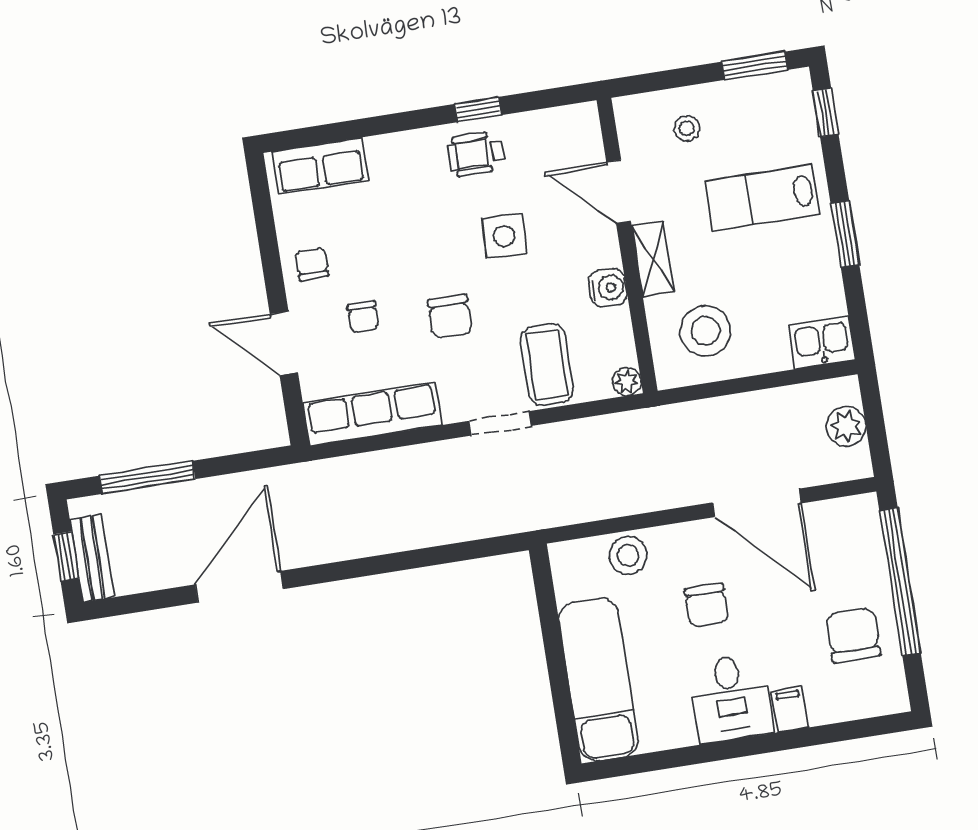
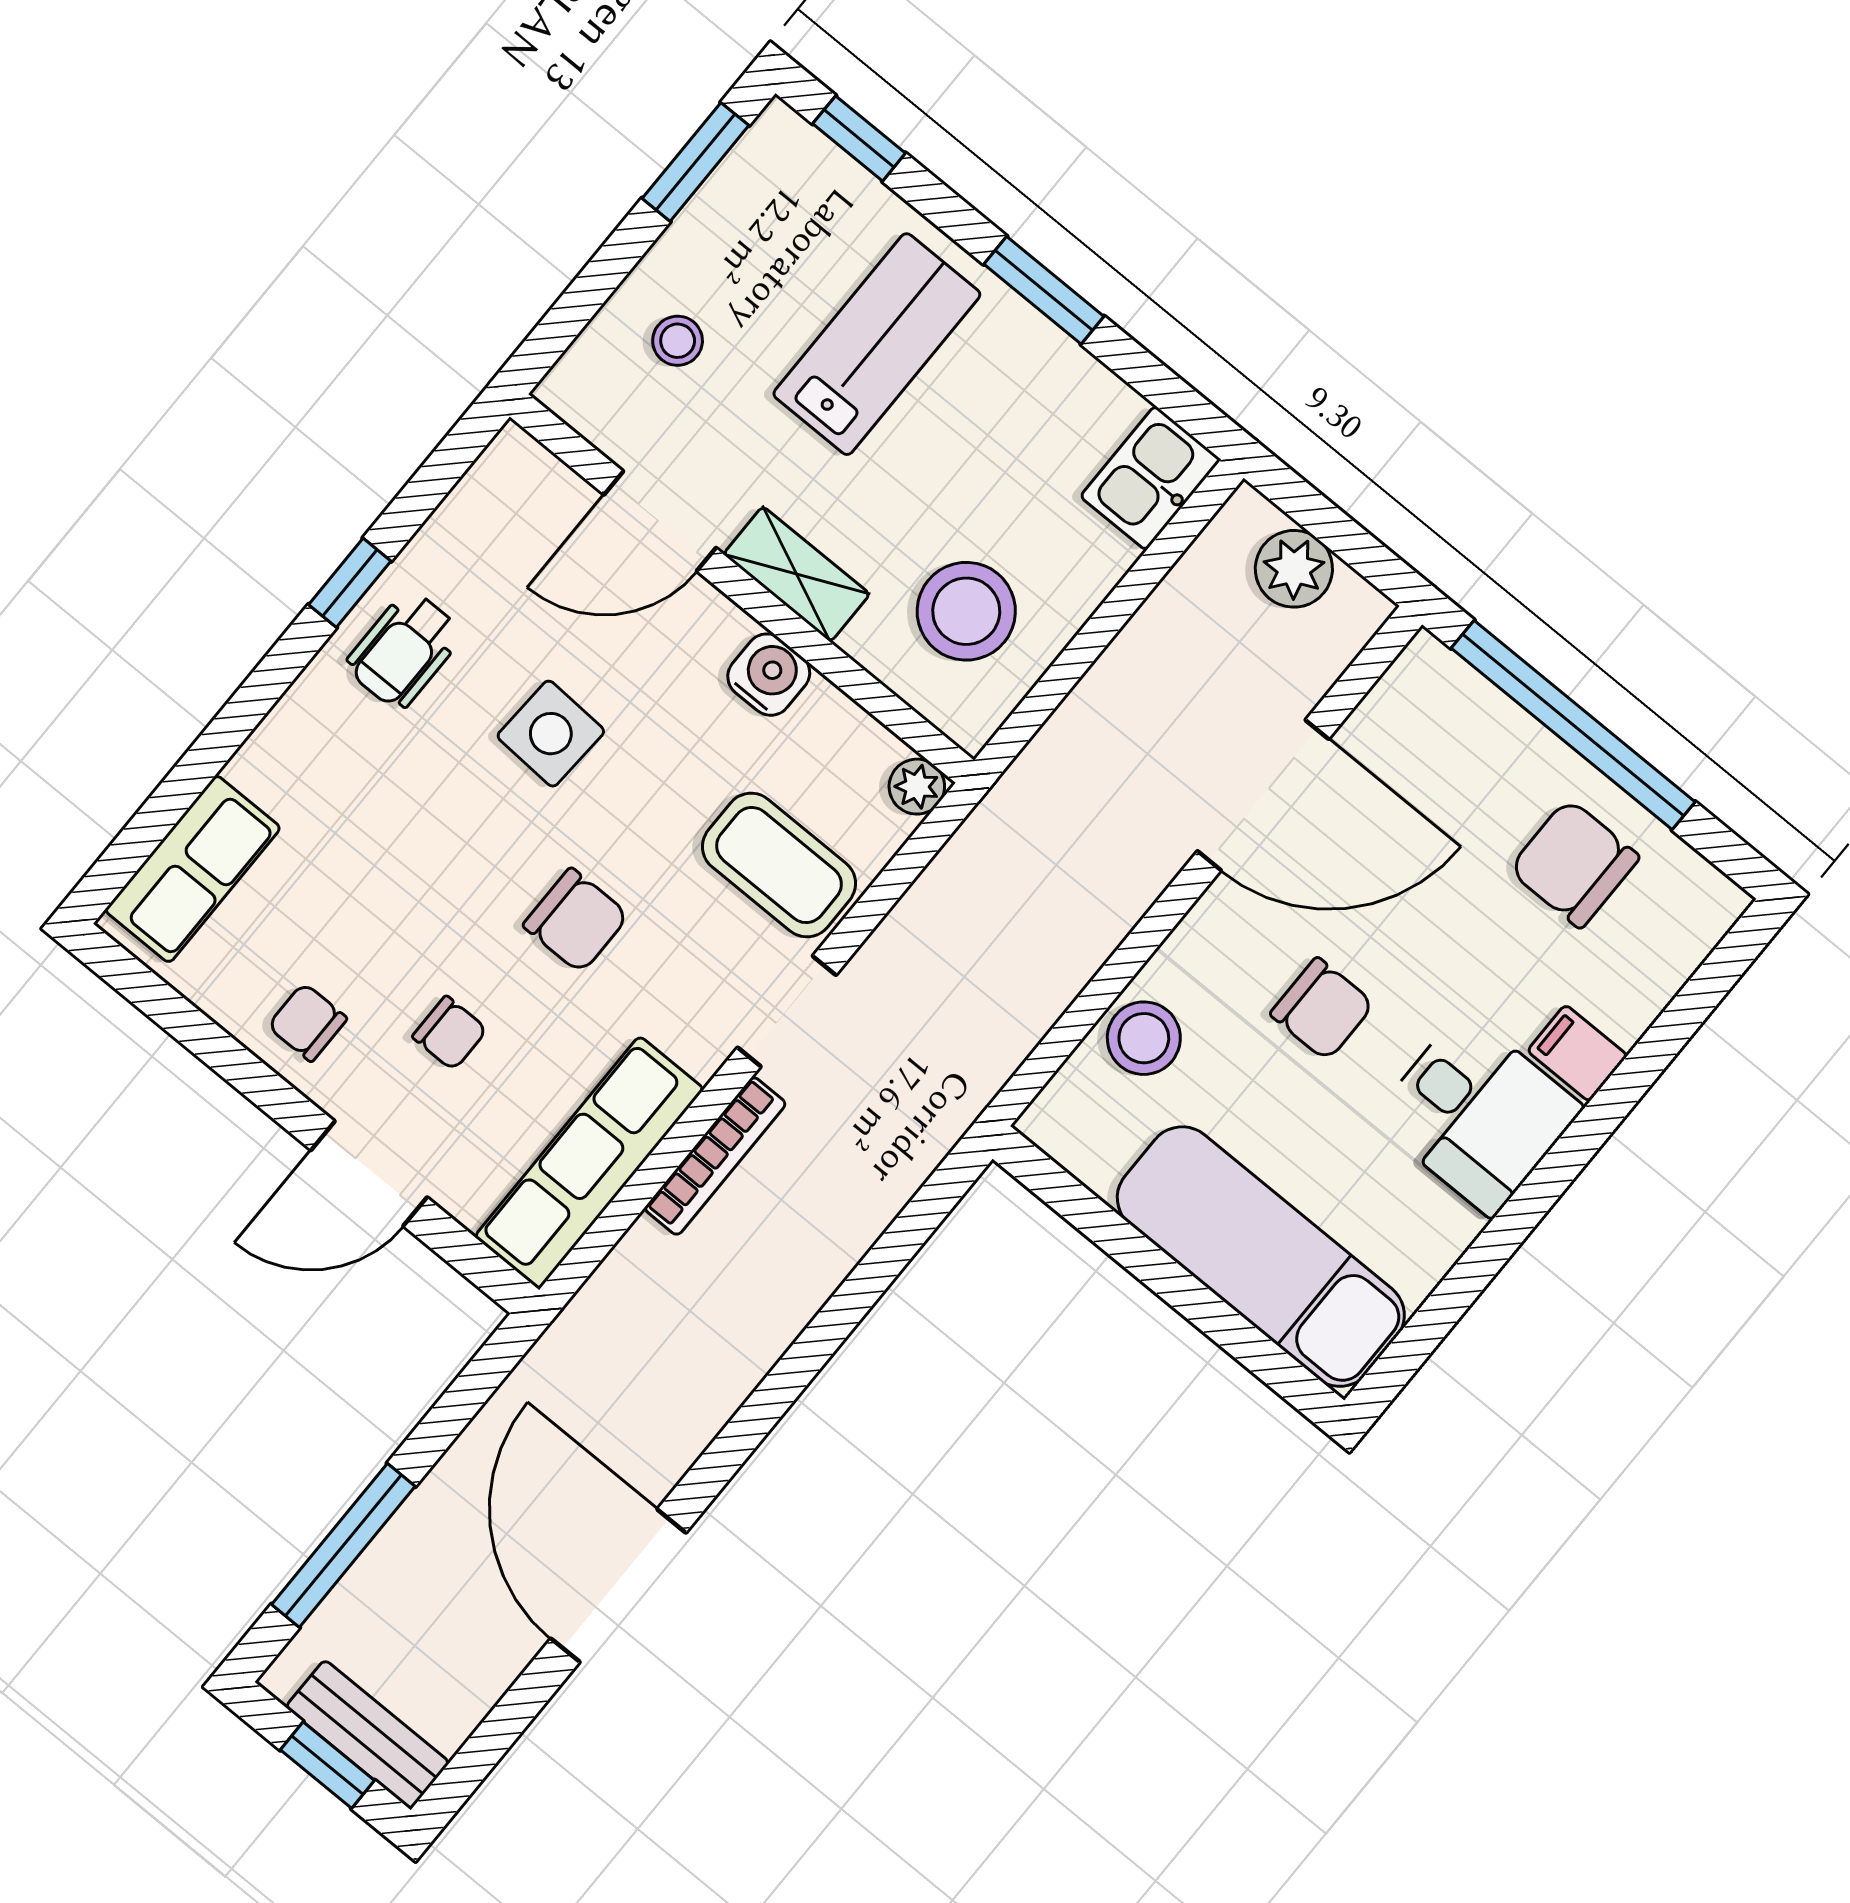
lab bench: (762, 198) -> (877, 344), turned 180
bookcase: (423, 455) -> (715, 1156), added

